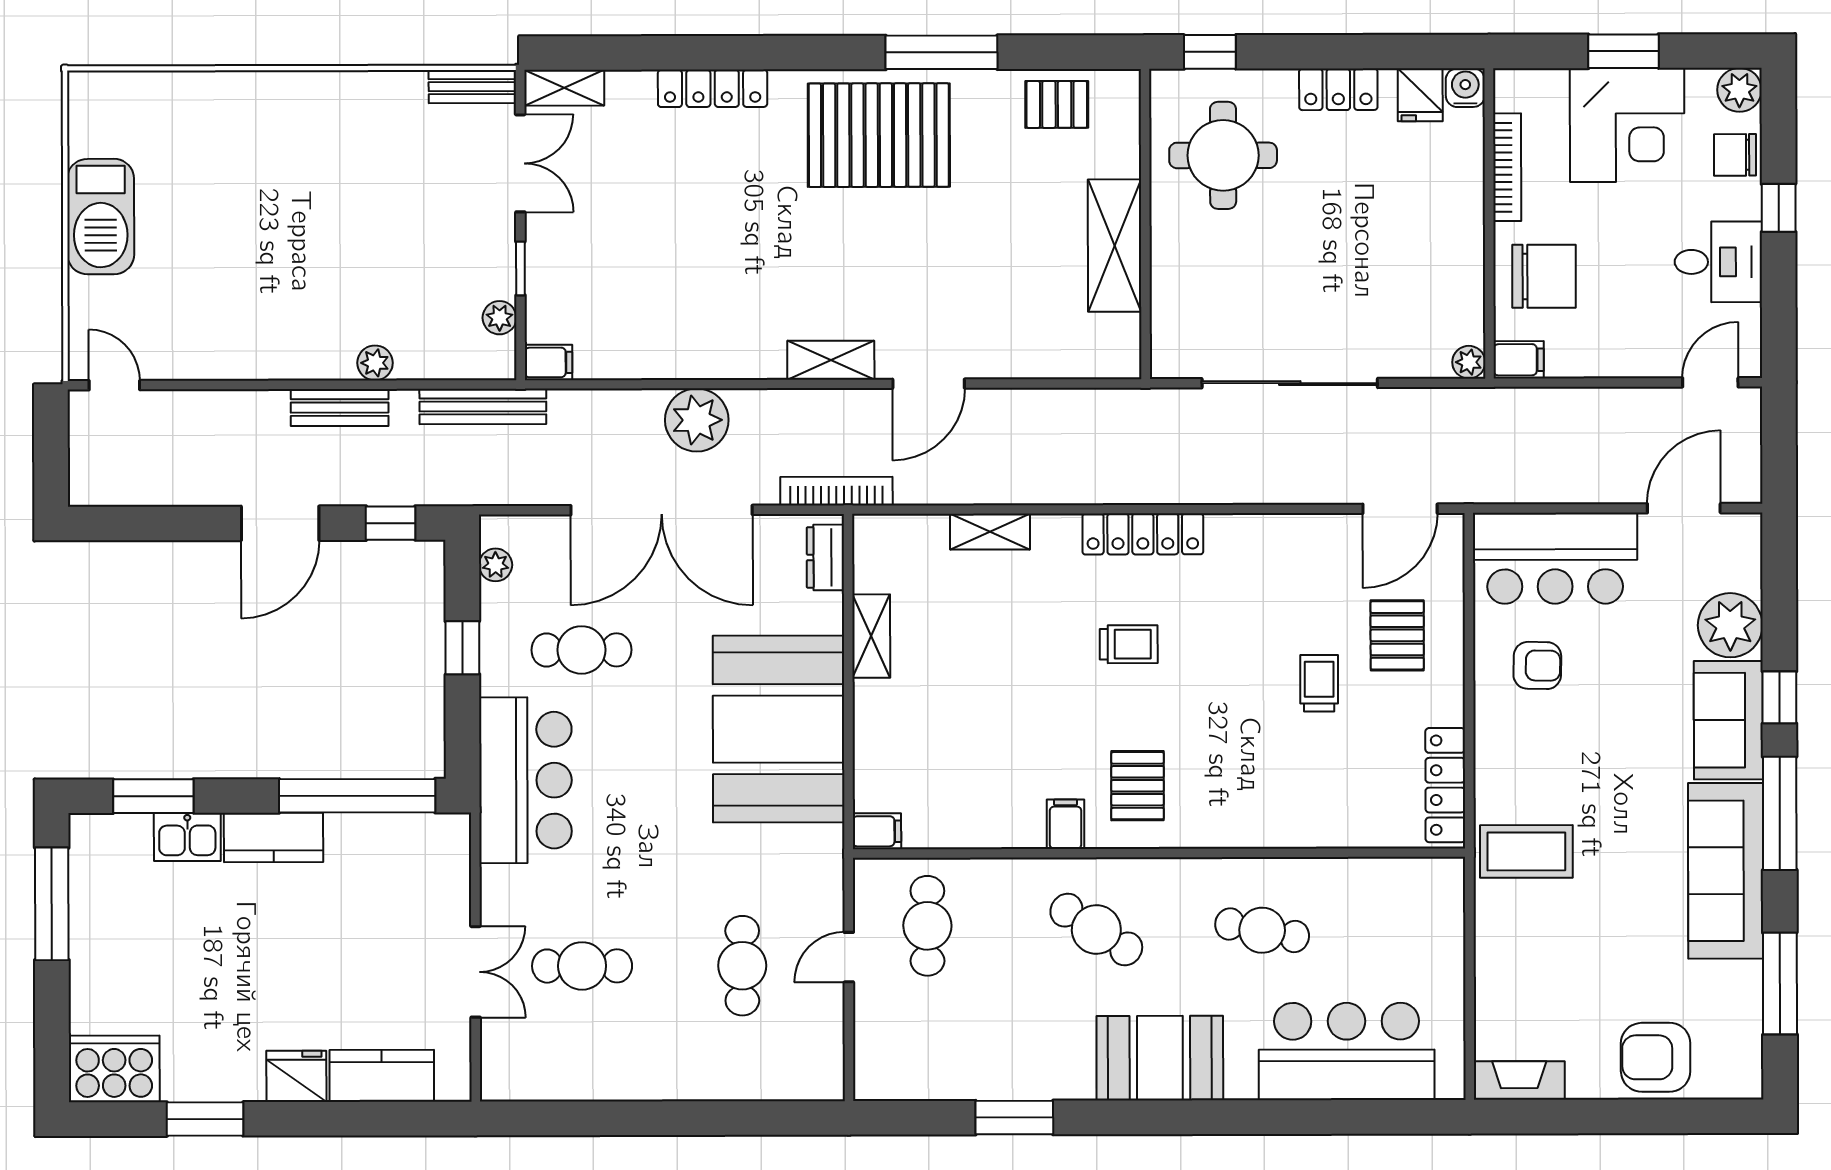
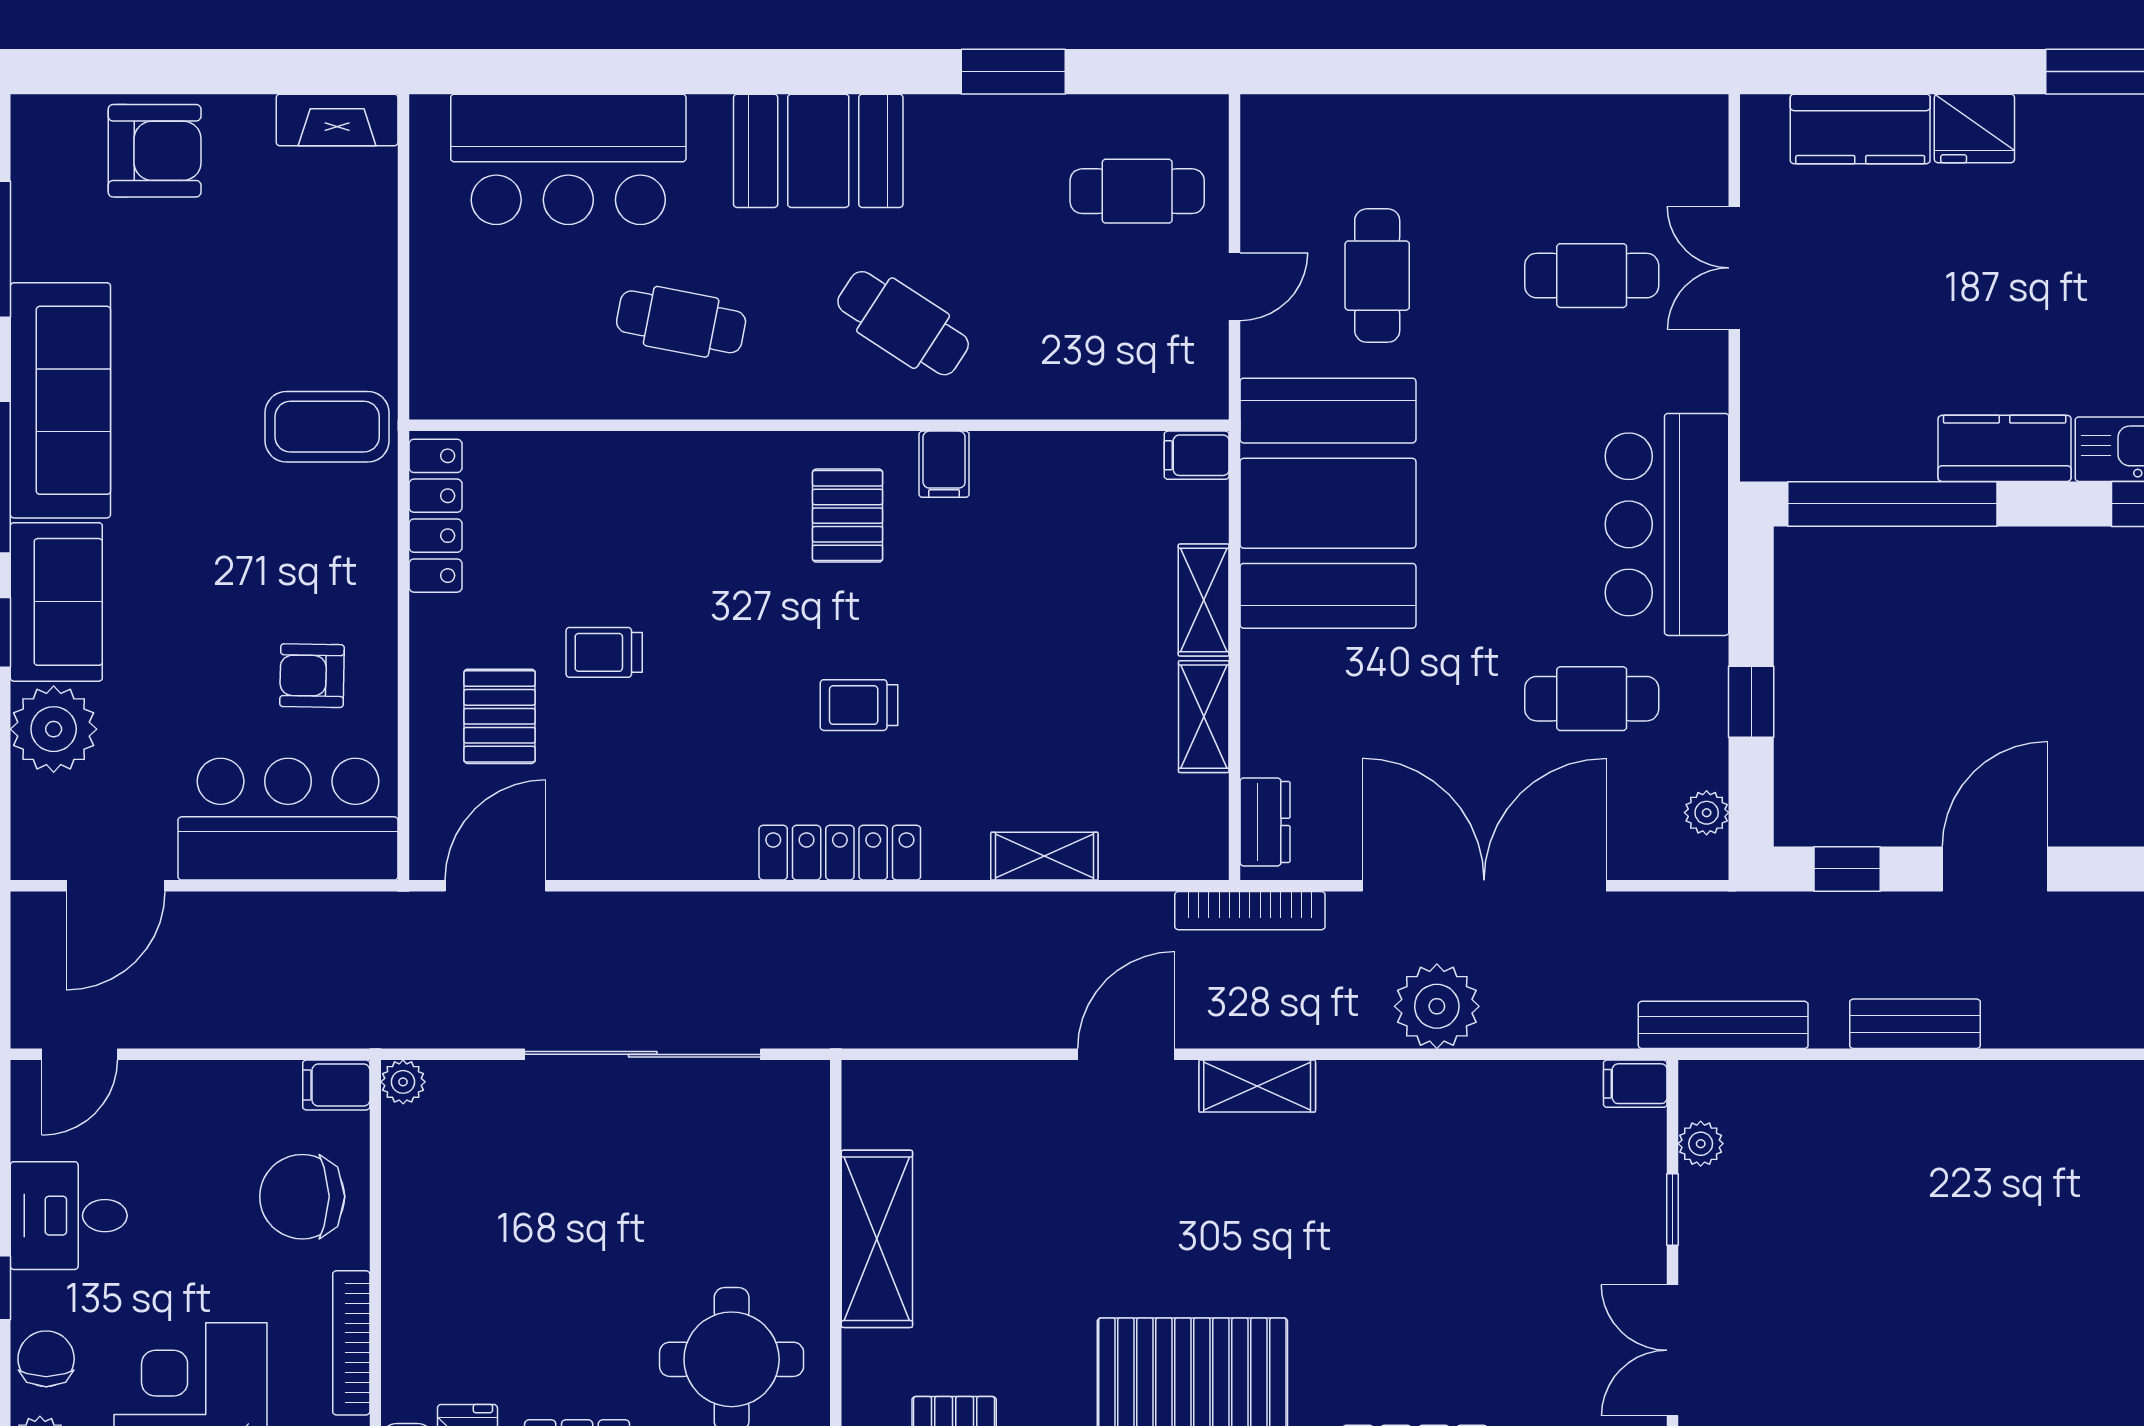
chair: (1735, 155) -> (46, 1359), turned -90
plant: (375, 363) -> (1867, 1083), removed
trolley: (1319, 683) -> (604, 652), turned 90
shelving: (871, 723) -> (1204, 600), added
booth: (779, 729) -> (1328, 503), moved
cafe table: (927, 926) -> (1137, 191), moved, turned 90

